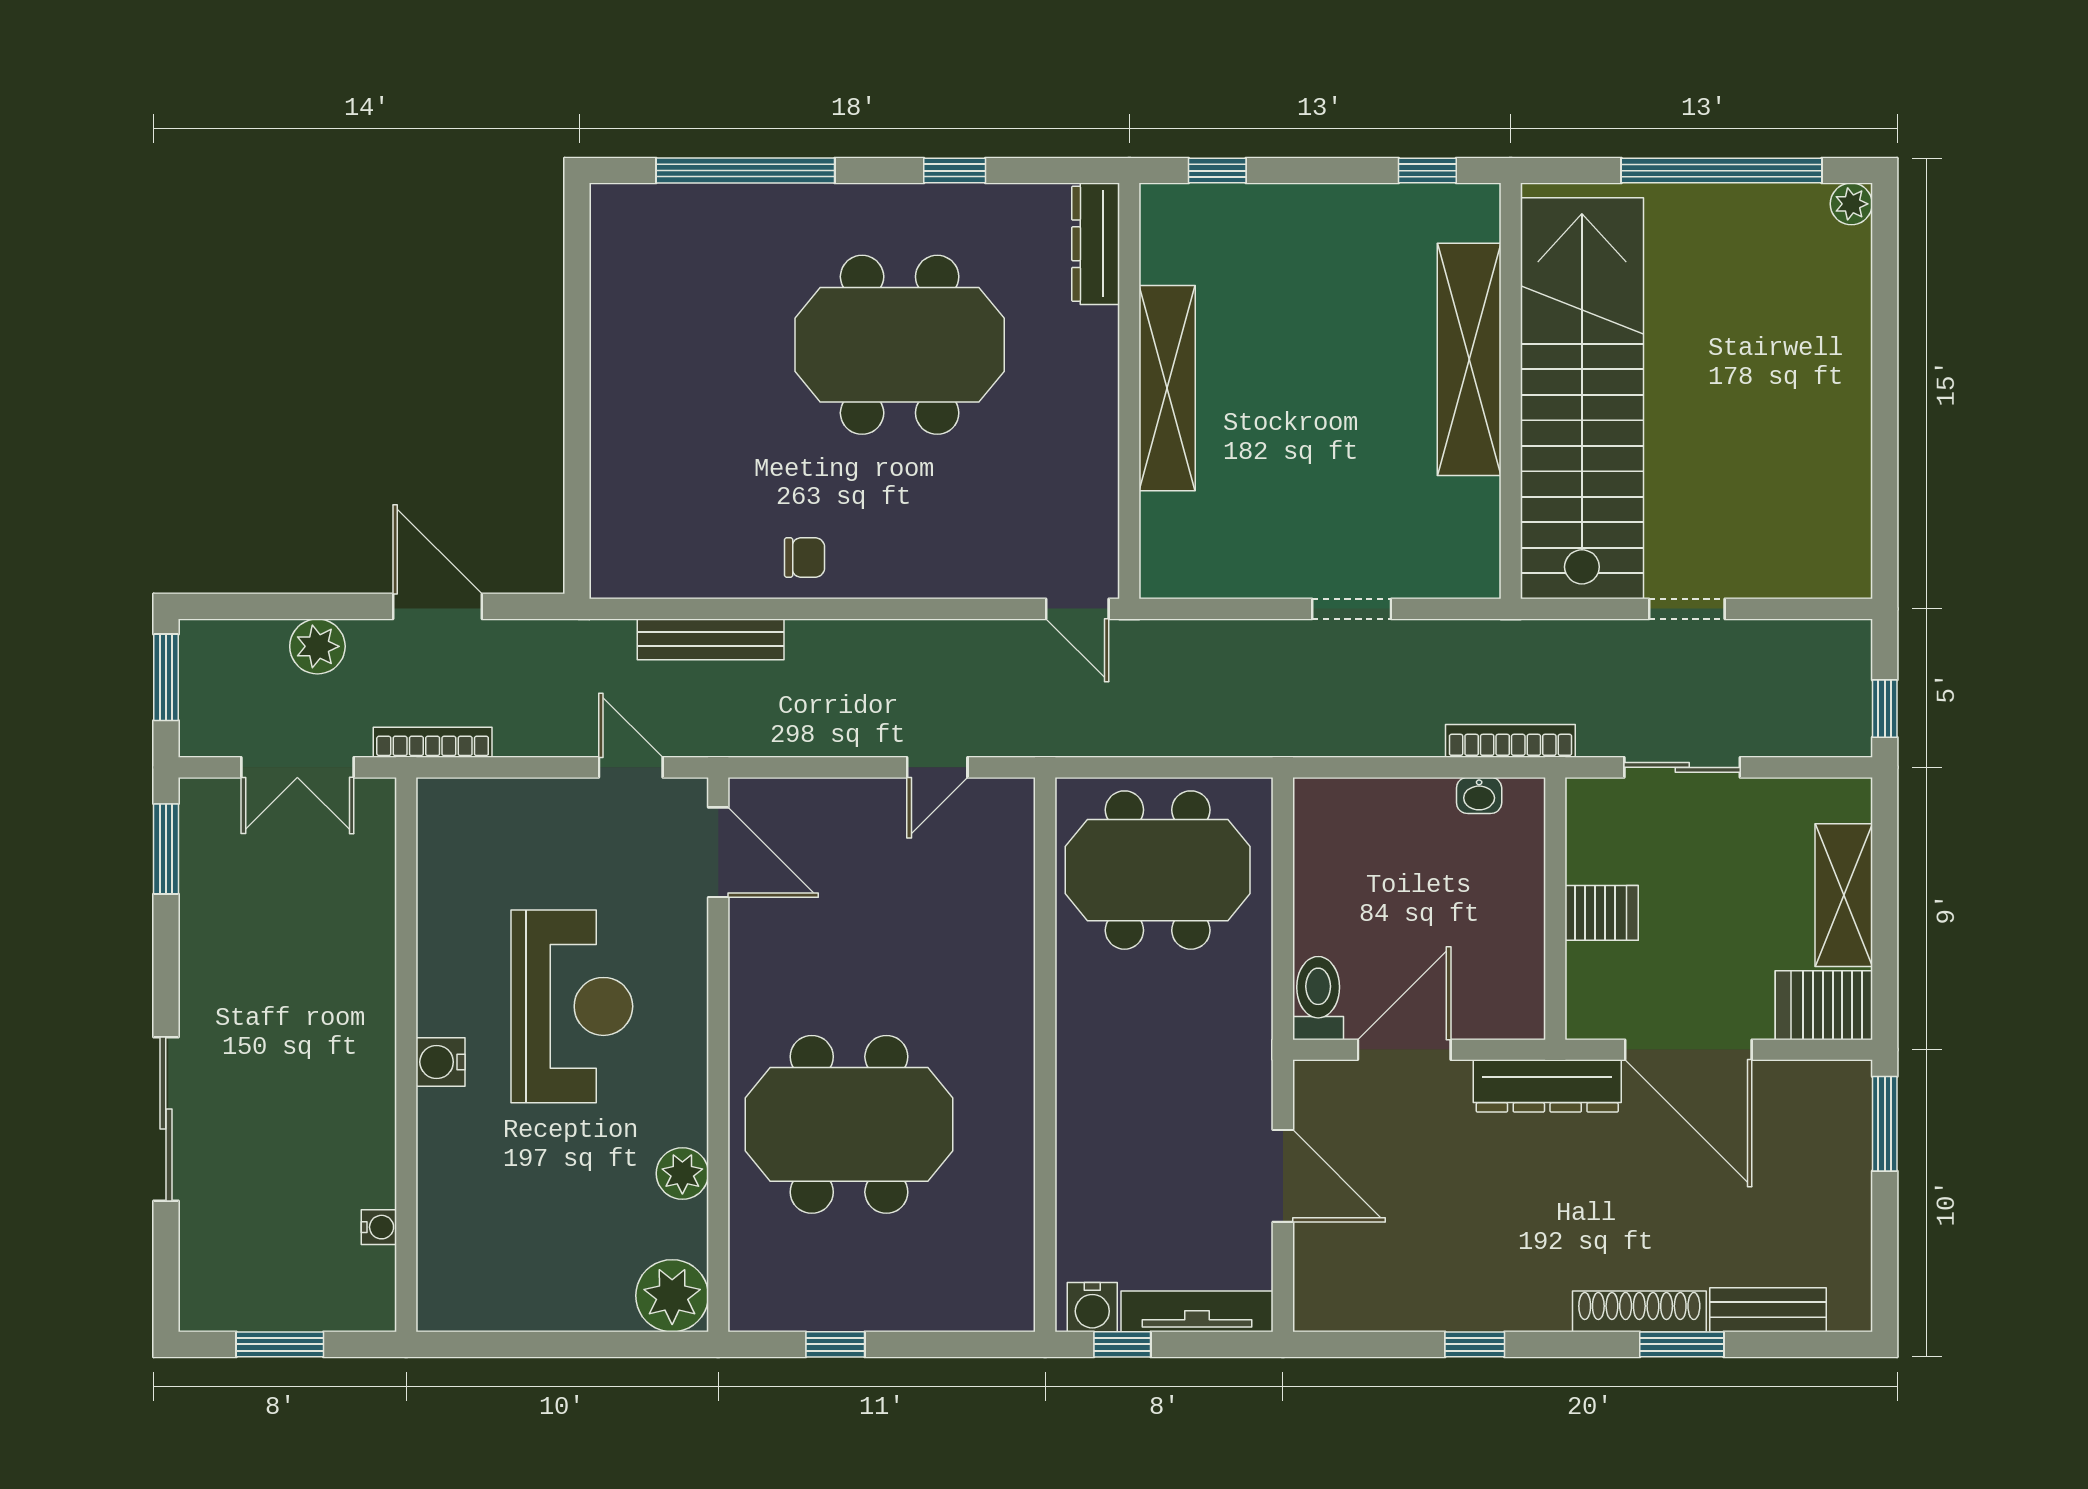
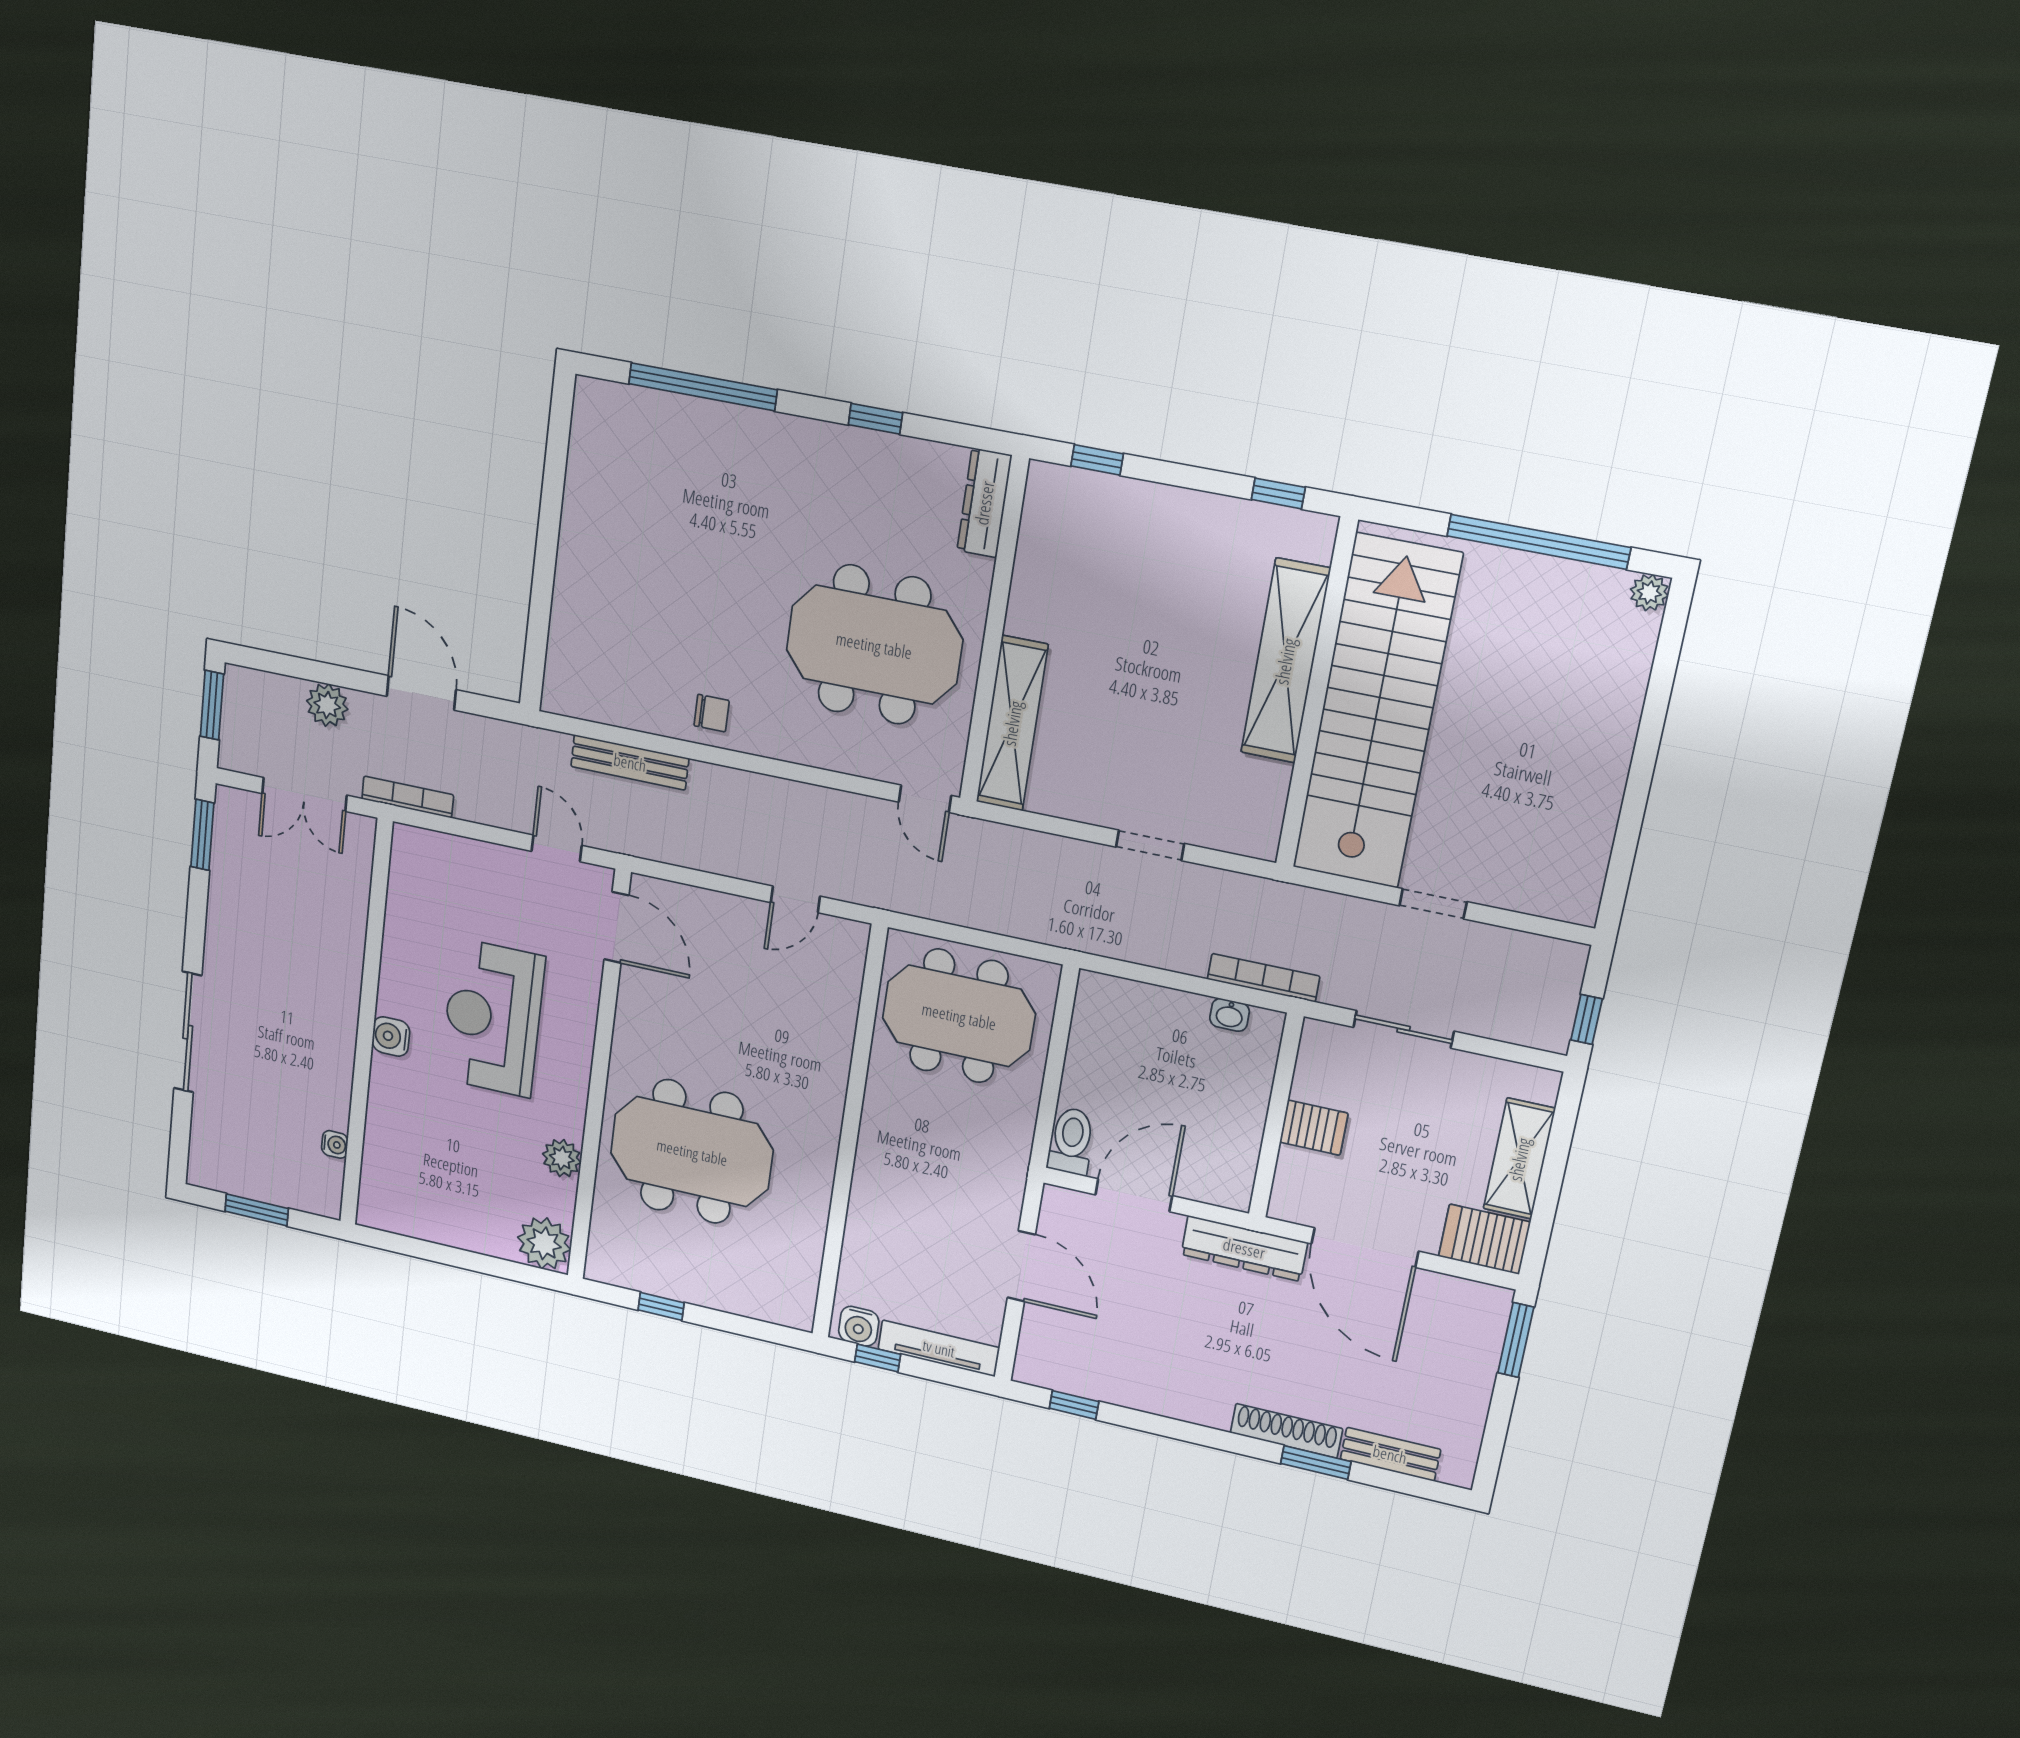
meeting table: (900, 345) -> (874, 645), moved
shelving: (1167, 388) -> (1012, 723), moved
reception desk: (572, 1006) -> (493, 1018), turned 180
window: (1475, 1344) -> (1074, 1405), moved

